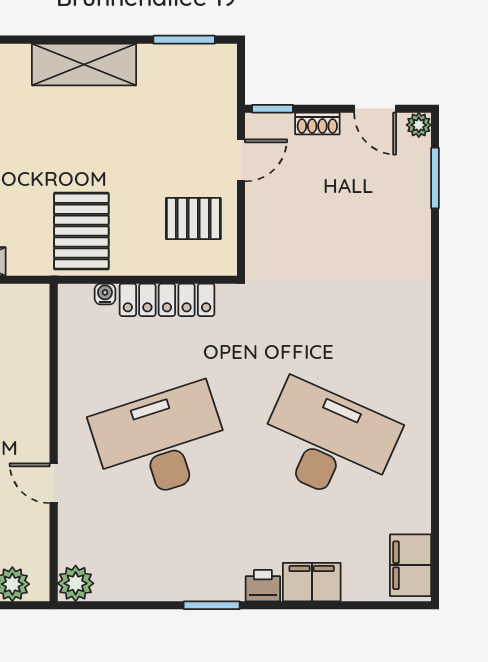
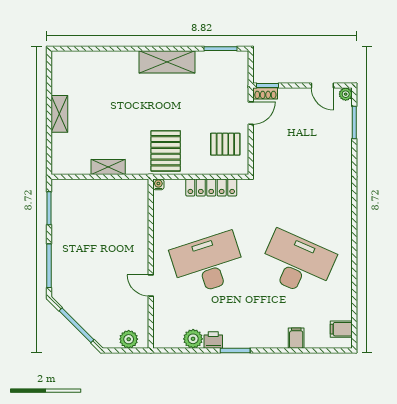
shoe rack: (317, 123) -> (265, 93), moved
water cooler: (105, 294) -> (158, 184), moved
filing cabinet: (410, 565) -> (341, 329), width x0.50
filing cabinet: (312, 582) -> (296, 338), width x0.50
plant: (76, 583) -> (193, 339), moved
printer: (263, 586) -> (213, 340), moved

